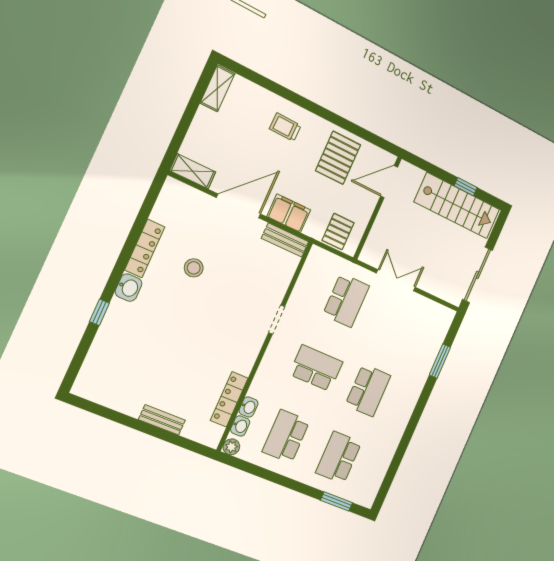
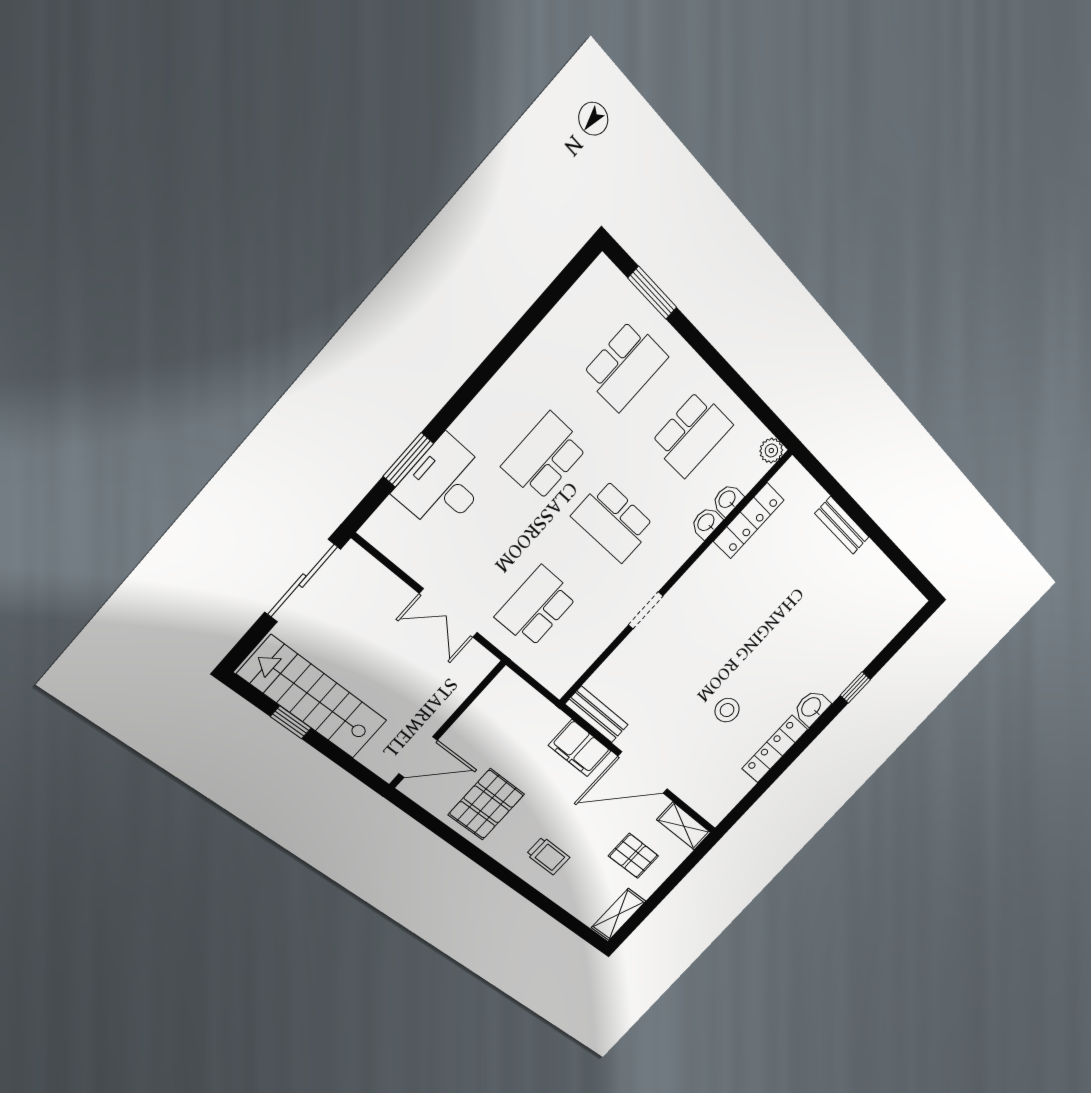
pallet: (338, 232) -> (633, 856), moved, turned 90
desk: (418, 354) -> (443, 485), added
washbasin: (240, 426) -> (706, 523), moved

